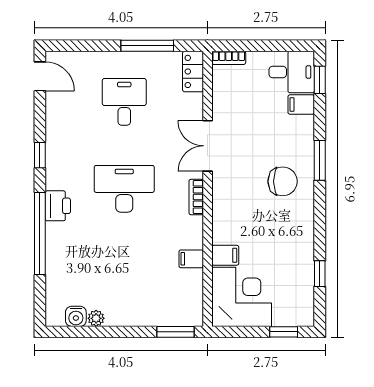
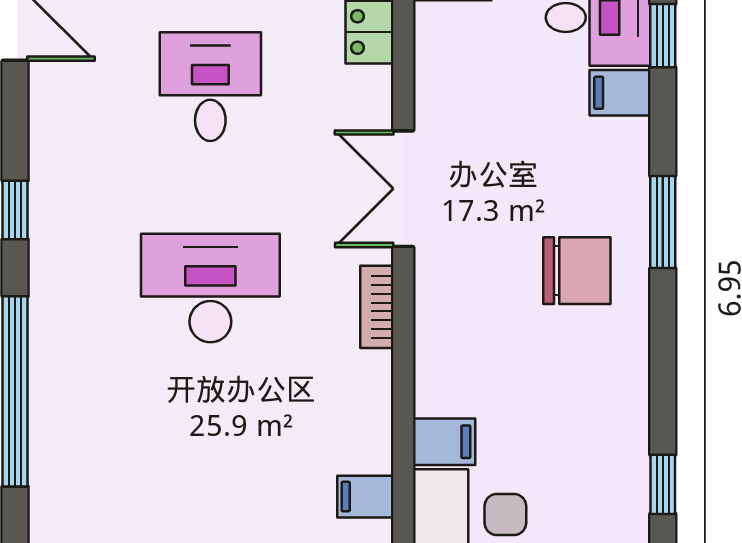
printer: (58, 206) -> (56, 327), removed
filing cabinet: (191, 259) -> (365, 497), moved

